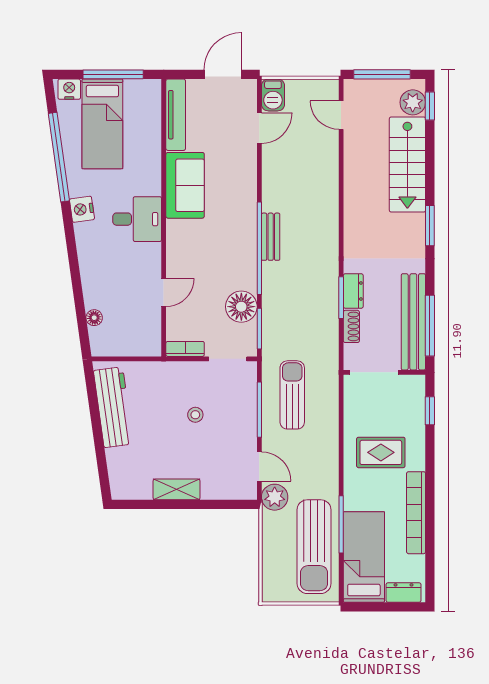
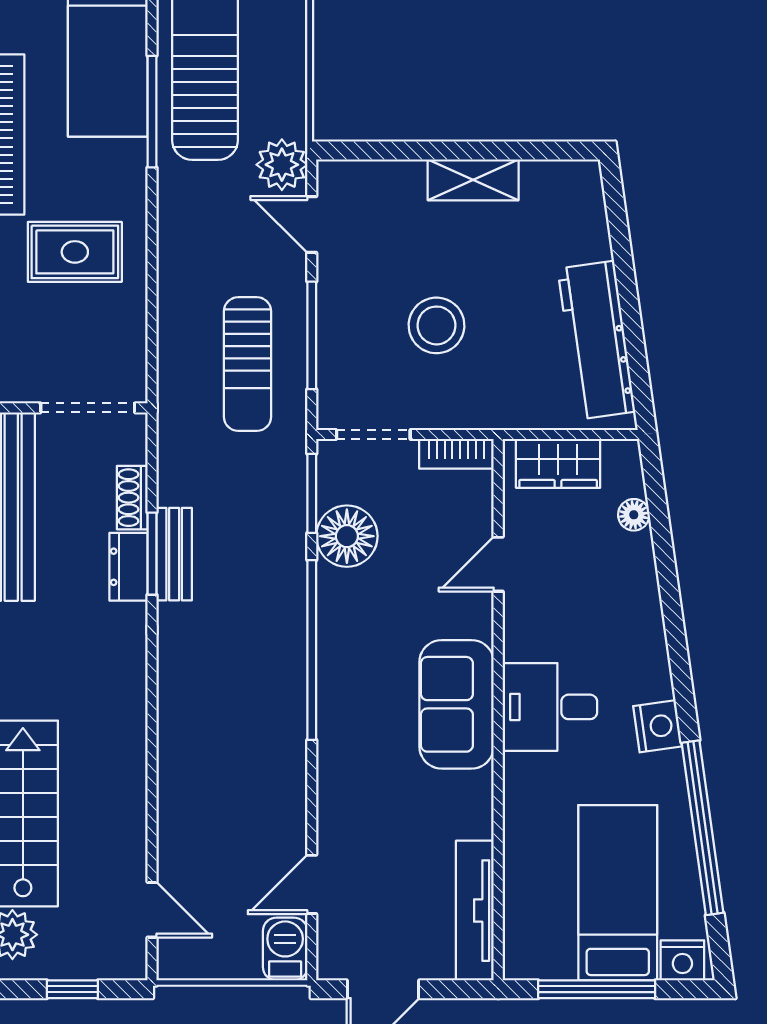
window: (382, 74) -> (72, 989), width x0.46
sofa: (185, 185) -> (457, 704), moved
bench: (271, 237) -> (174, 554), moved
wardrobe: (133, 344) -> (558, 463), added
stool: (195, 415) -> (436, 325), width x1.89, depth x1.89

